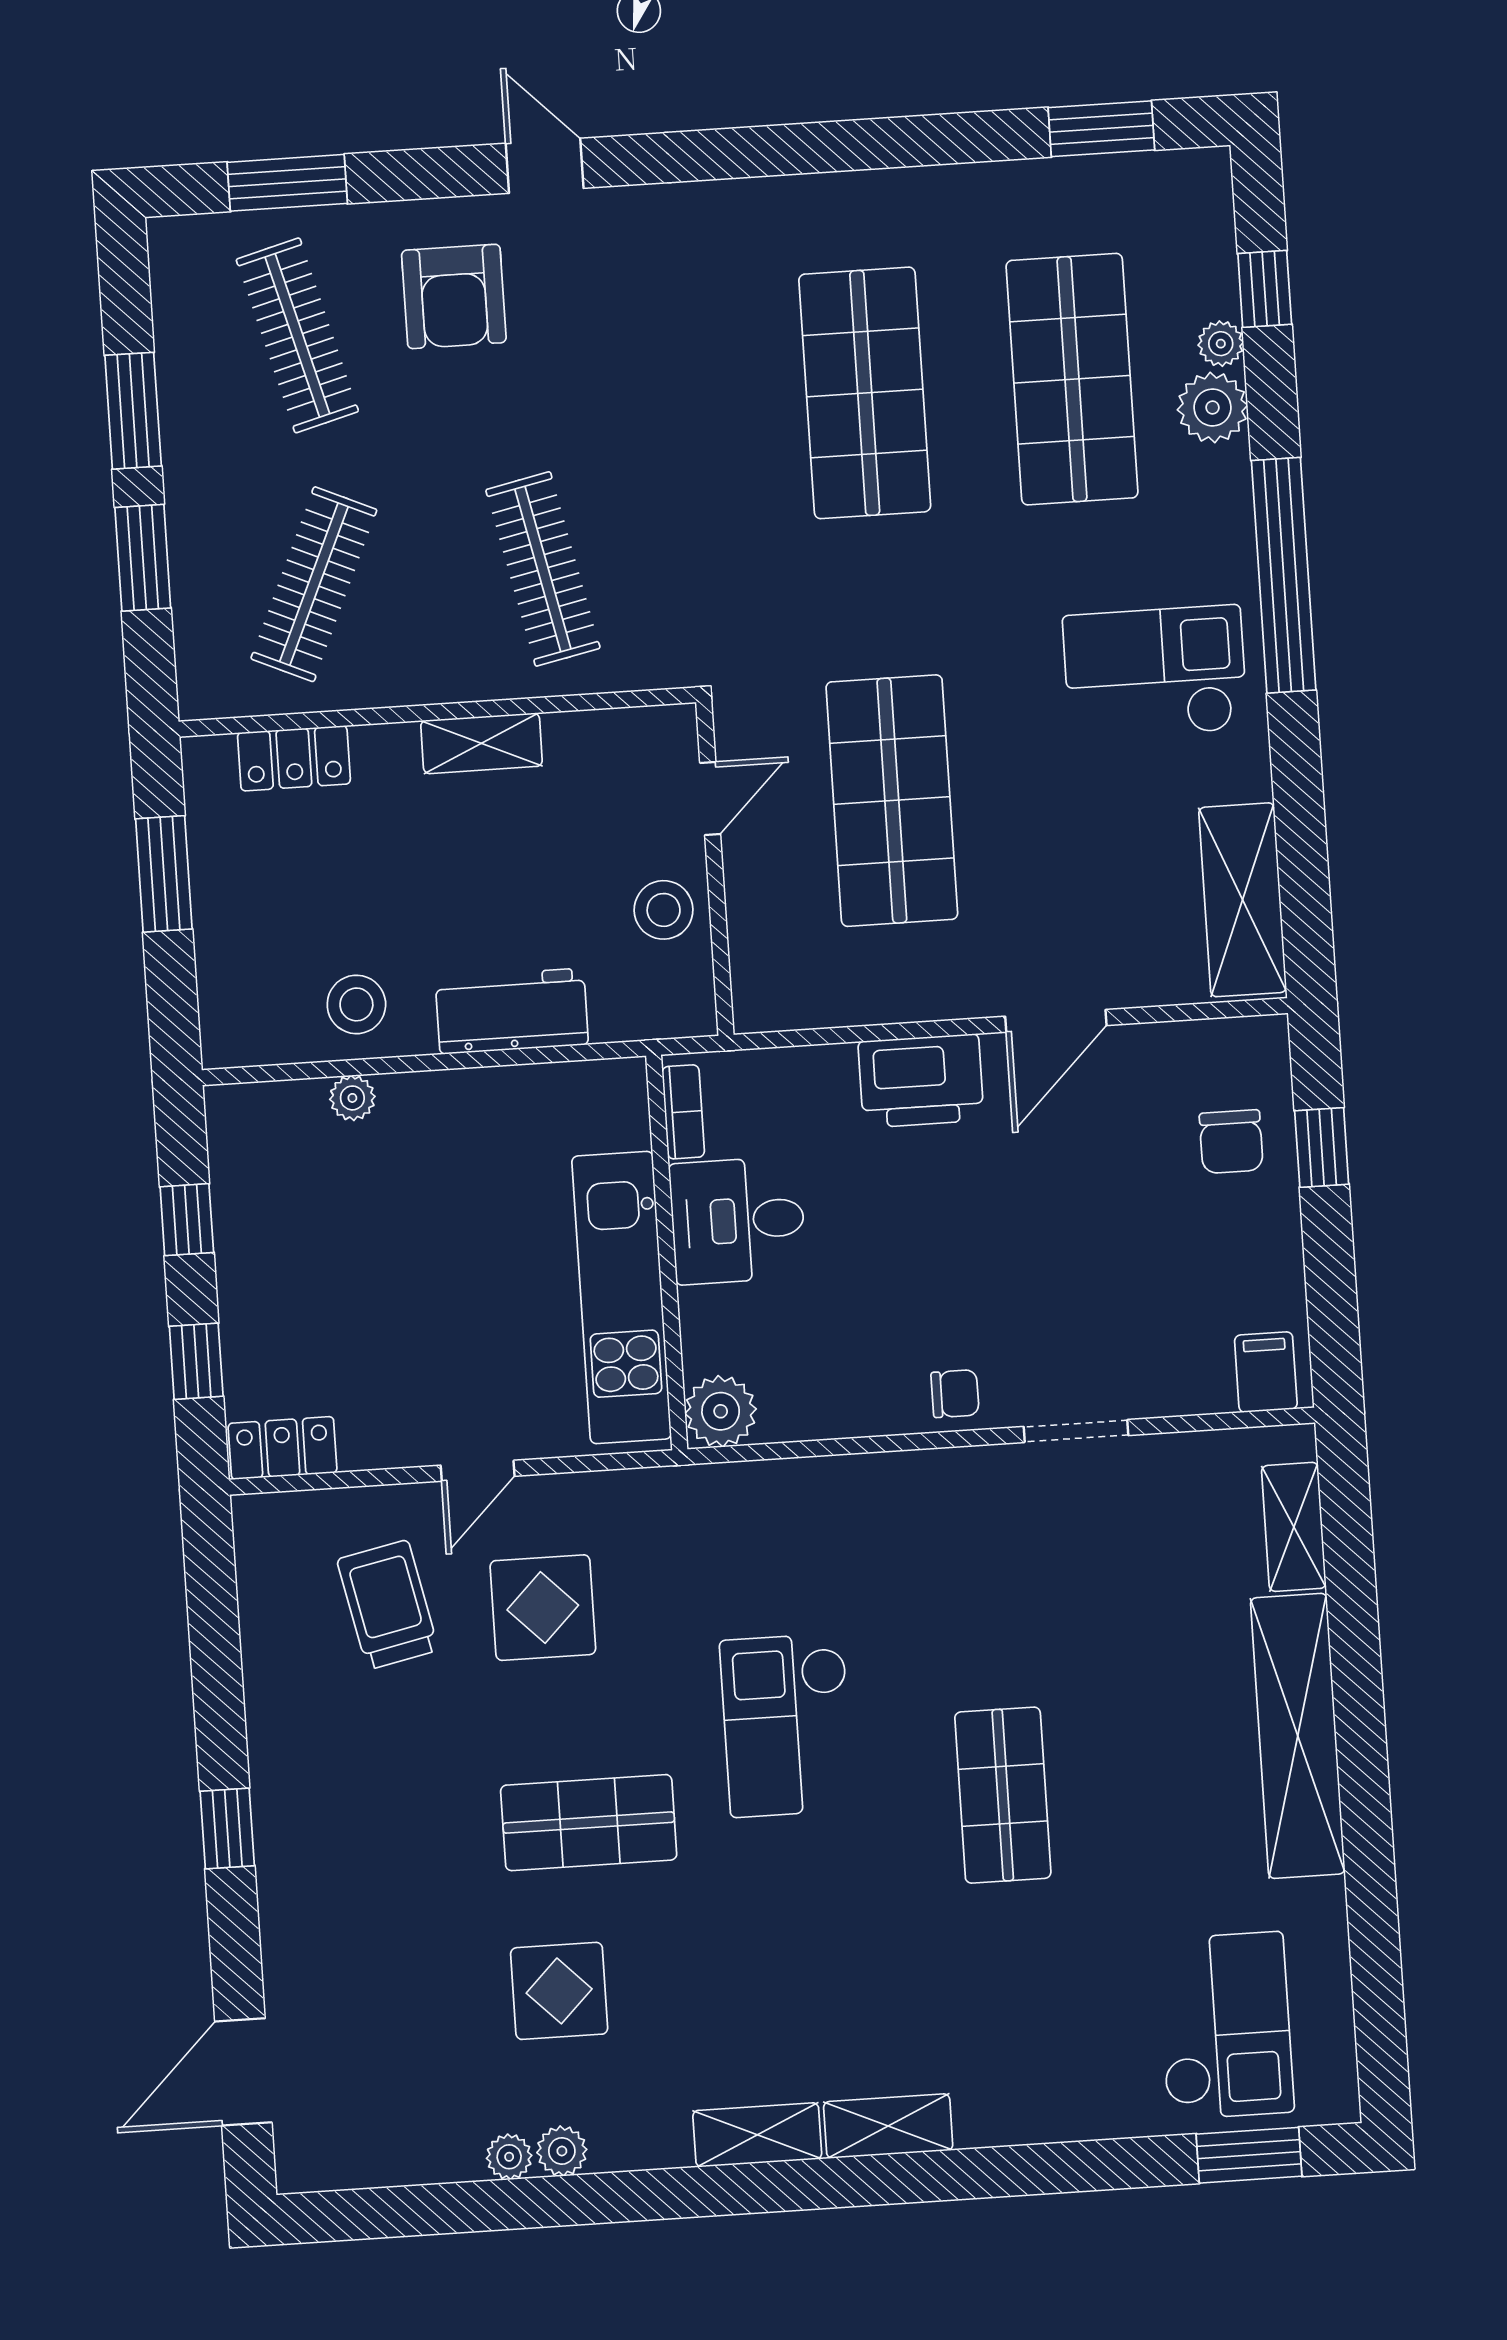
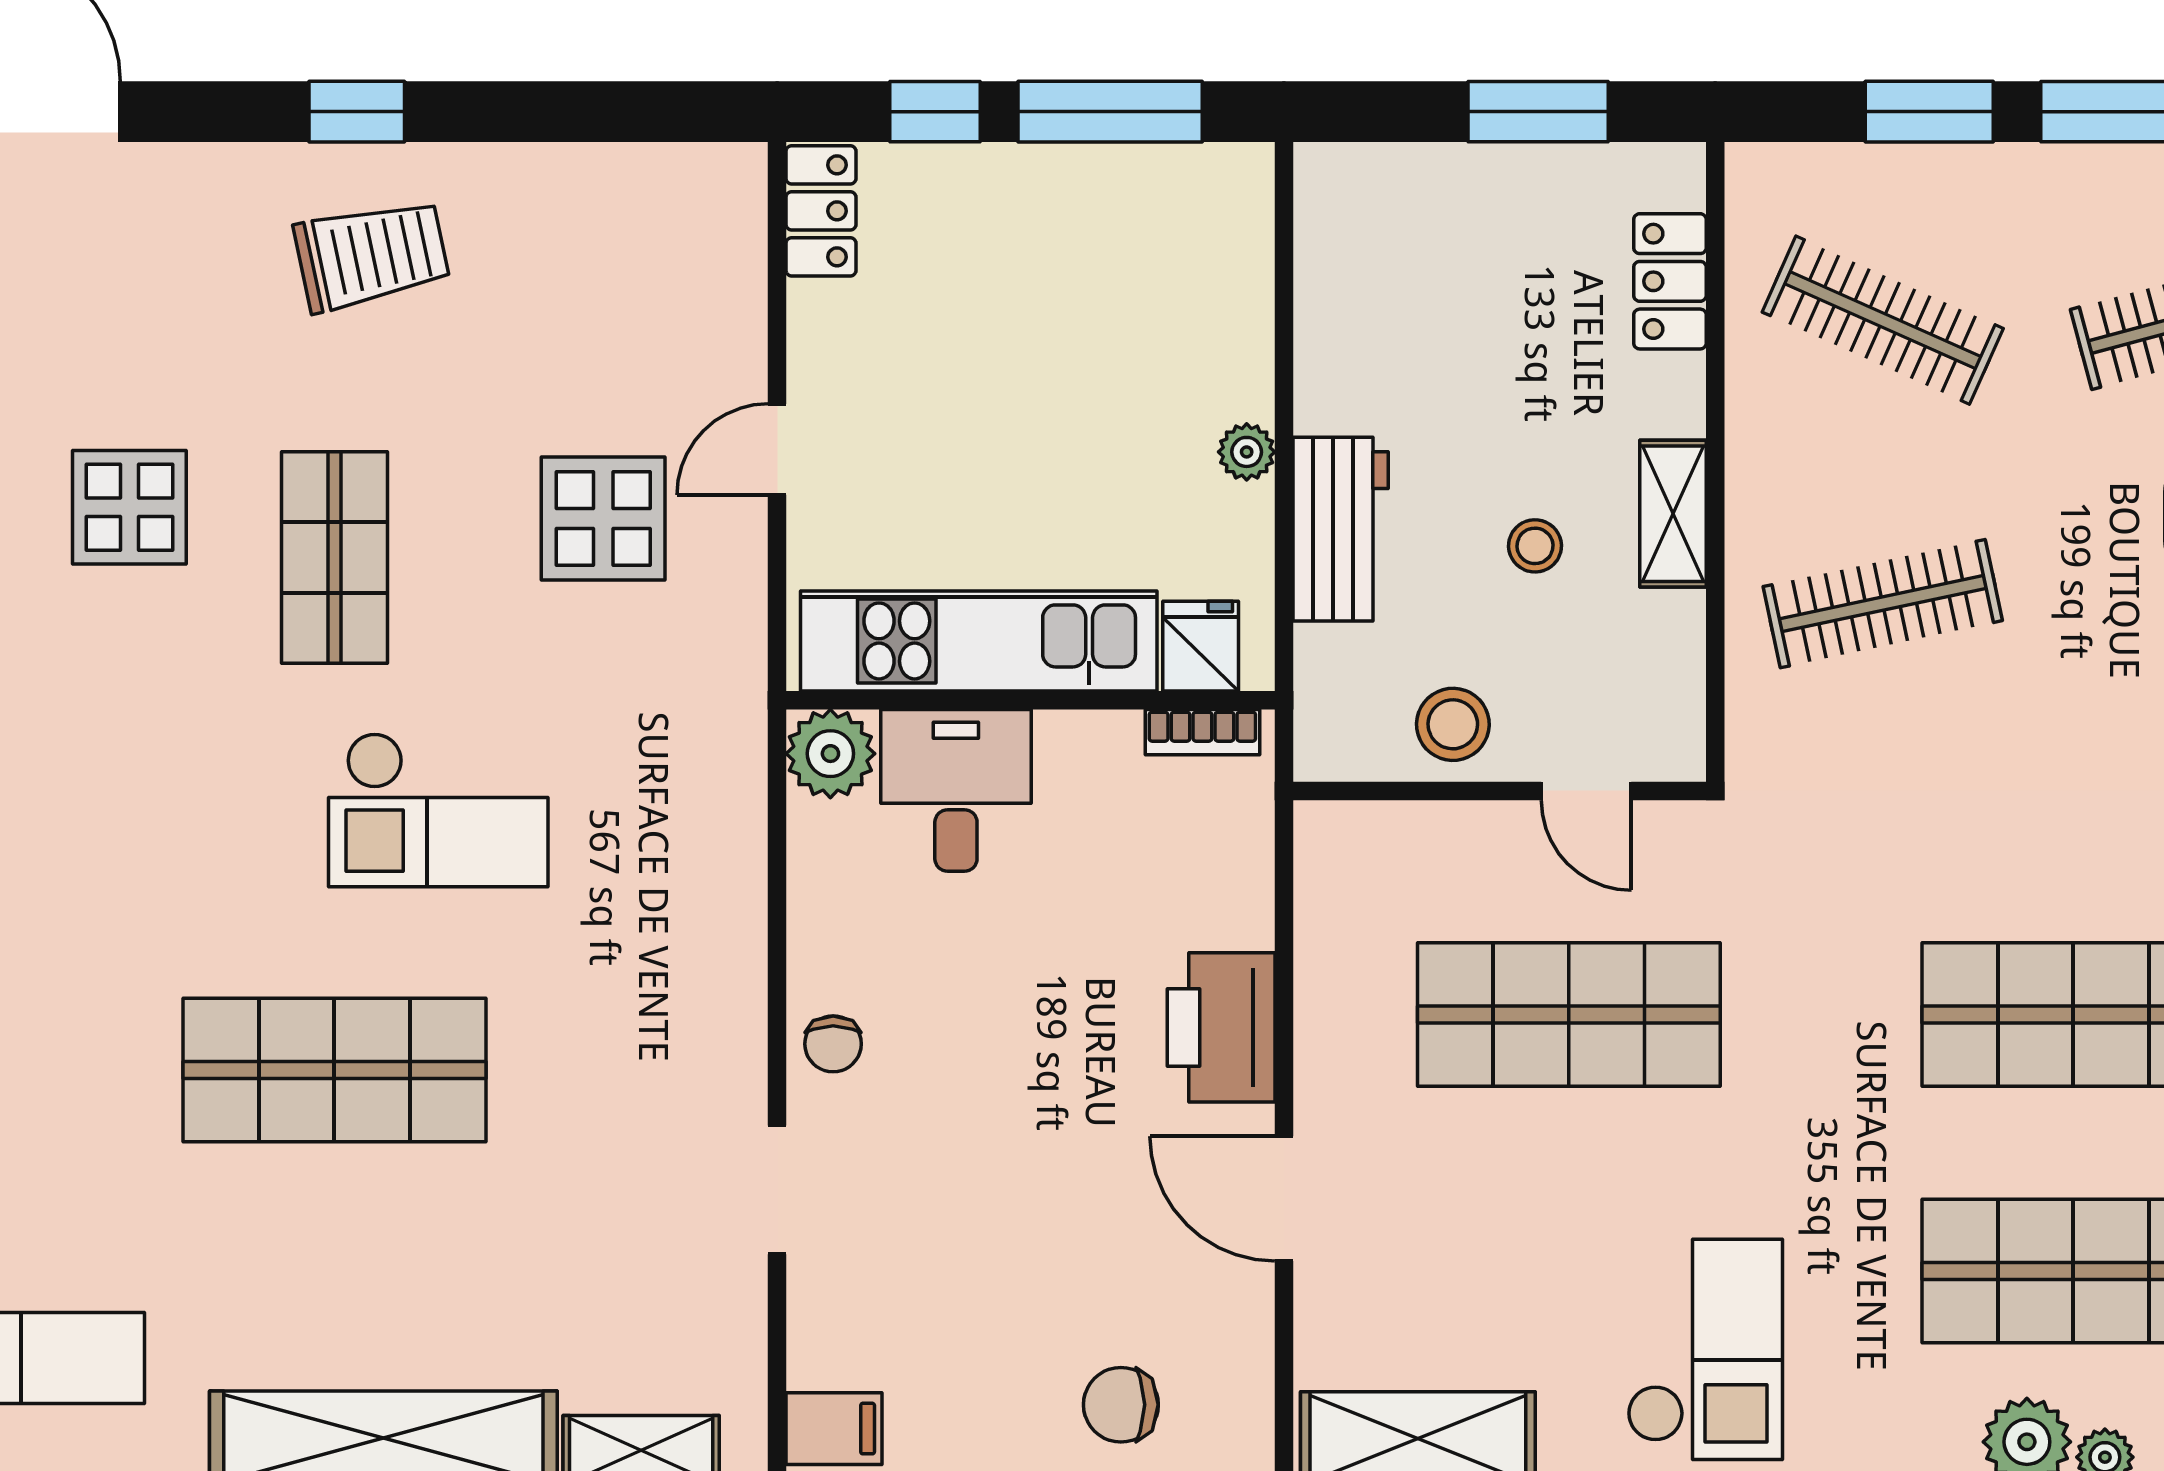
stool: (356, 1004) -> (1535, 546), moved, width x0.73, depth x0.73
plant: (352, 1098) -> (1247, 452), moved
fridge: (614, 1118) -> (1201, 646), added
window: (187, 1220) -> (1110, 112), width x2.17
desk: (738, 1220) -> (956, 790), moved
door: (478, 1471) -> (777, 449), hinge flipped
trolley: (388, 1605) -> (372, 255), moved
checkout: (787, 1725) -> (438, 810), turned 180
shop shelf: (1003, 1795) -> (334, 1070), width x1.43, depth x1.36

